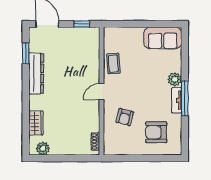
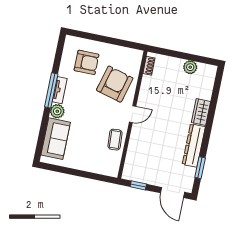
sofa: (163, 38) -> (56, 139), moved, turned 90
armchair: (125, 117) -> (115, 84), width x1.88, depth x1.88
wardrobe: (36, 123) -> (201, 112), moved
plant: (43, 148) -> (190, 67), moved

